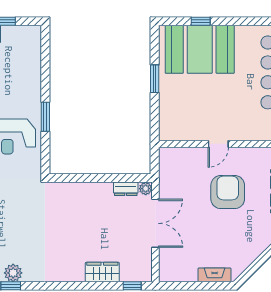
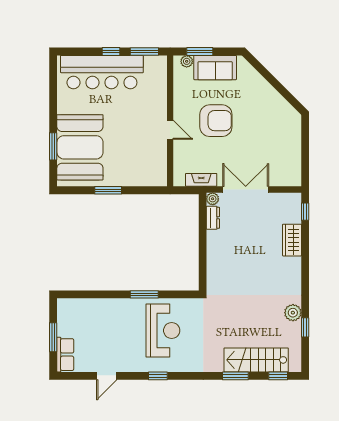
window: (201, 21) -> (53, 146), width x1.50
armchair: (228, 192) -> (216, 121), turned 180
plant: (13, 273) -> (293, 313), moved
fireplace: (215, 275) -> (201, 180), moved, turned 90

